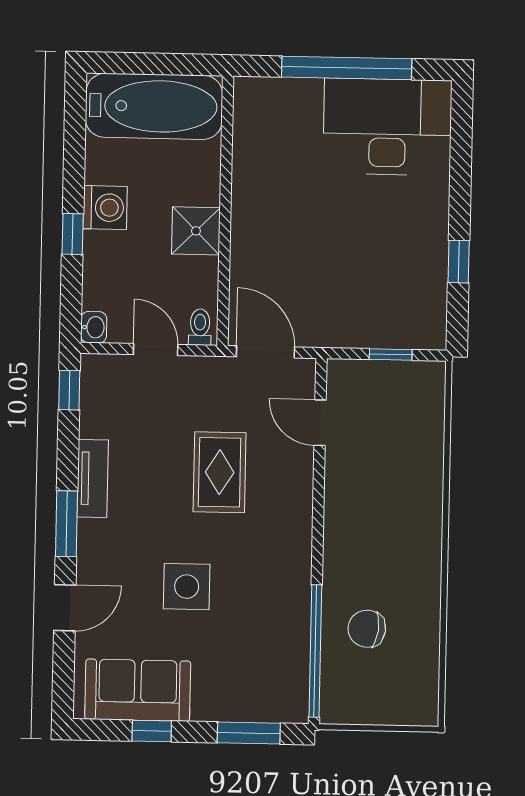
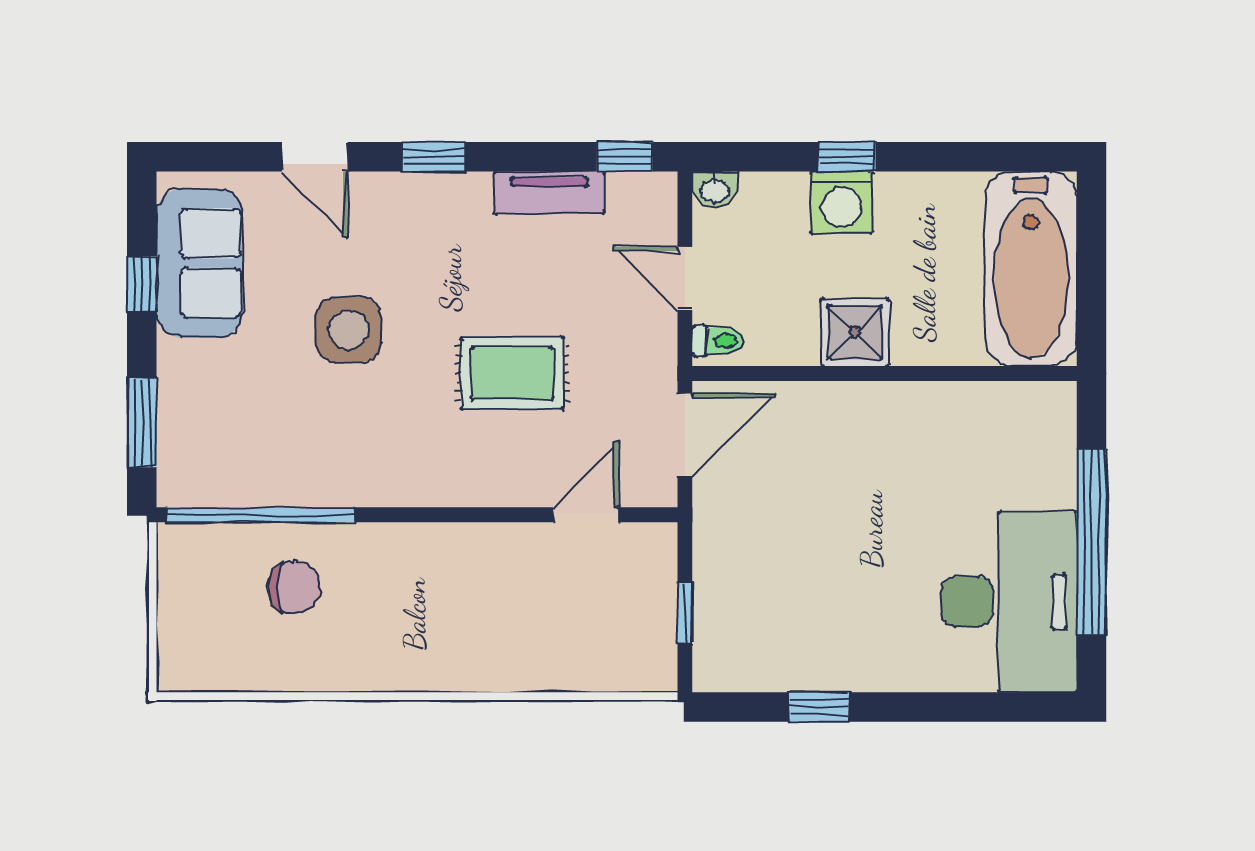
washing machine: (105, 208) -> (842, 202), moved
door: (156, 350) -> (685, 278), swing flipped
tv unit: (93, 479) -> (549, 193), moved
window: (67, 524) -> (434, 157), width x0.67
chair: (367, 629) -> (294, 587), turned 83

